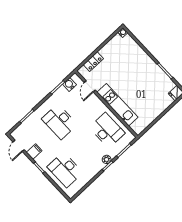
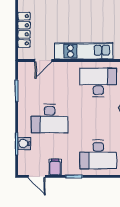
locker: (93, 62) -> (24, 30), width x1.53
water cooler: (69, 84) -> (24, 143), moved
door: (90, 86) -> (43, 61), hinge flipped

